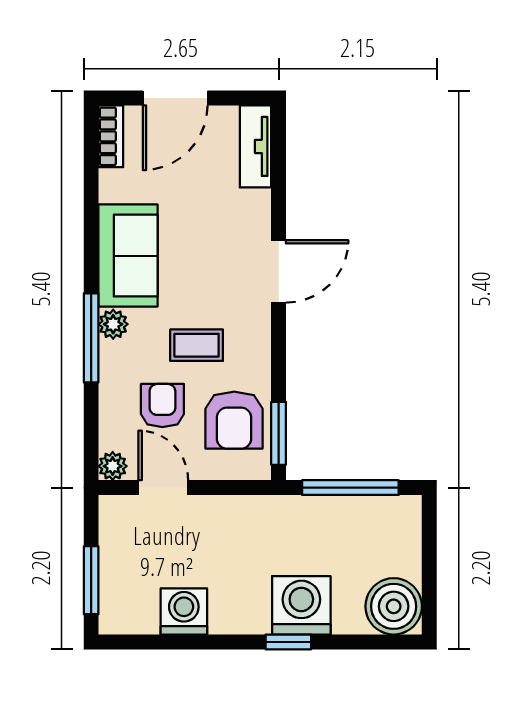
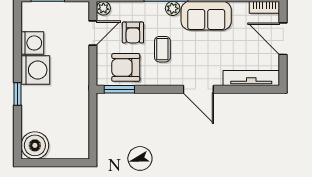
tv unit: (256, 146) -> (251, 78), width x1.41
armchair: (162, 406) -> (133, 33), turned 90
window: (350, 488) -> (93, 124), removed
washing machine: (301, 605) -> (35, 70), moved

